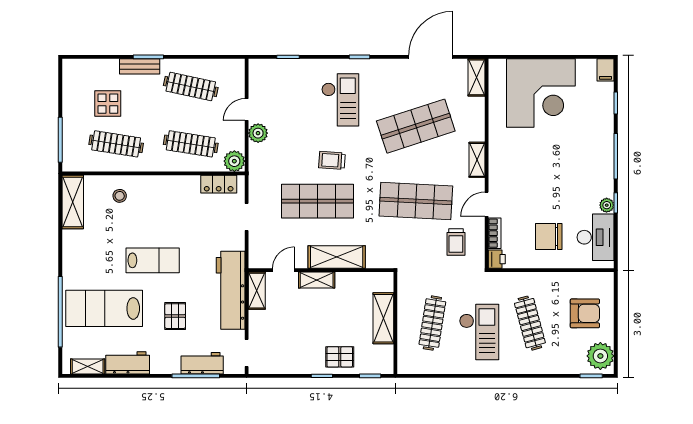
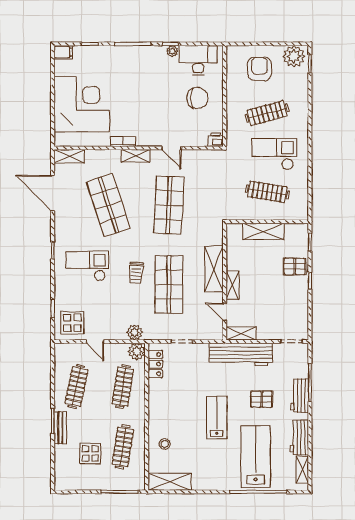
display table: (270, 81) -> (72, 323), added
plant: (258, 133) -> (135, 332), moved
bookcase: (495, 233) -> (123, 142), moved
chair: (549, 237) -> (197, 98), turned -90
trolley: (456, 242) -> (202, 173), removed
lab bench: (104, 308) -> (256, 457), turned 180
pallet: (340, 357) -> (295, 266), turned 90
workbench: (202, 363) -> (300, 396), moved

